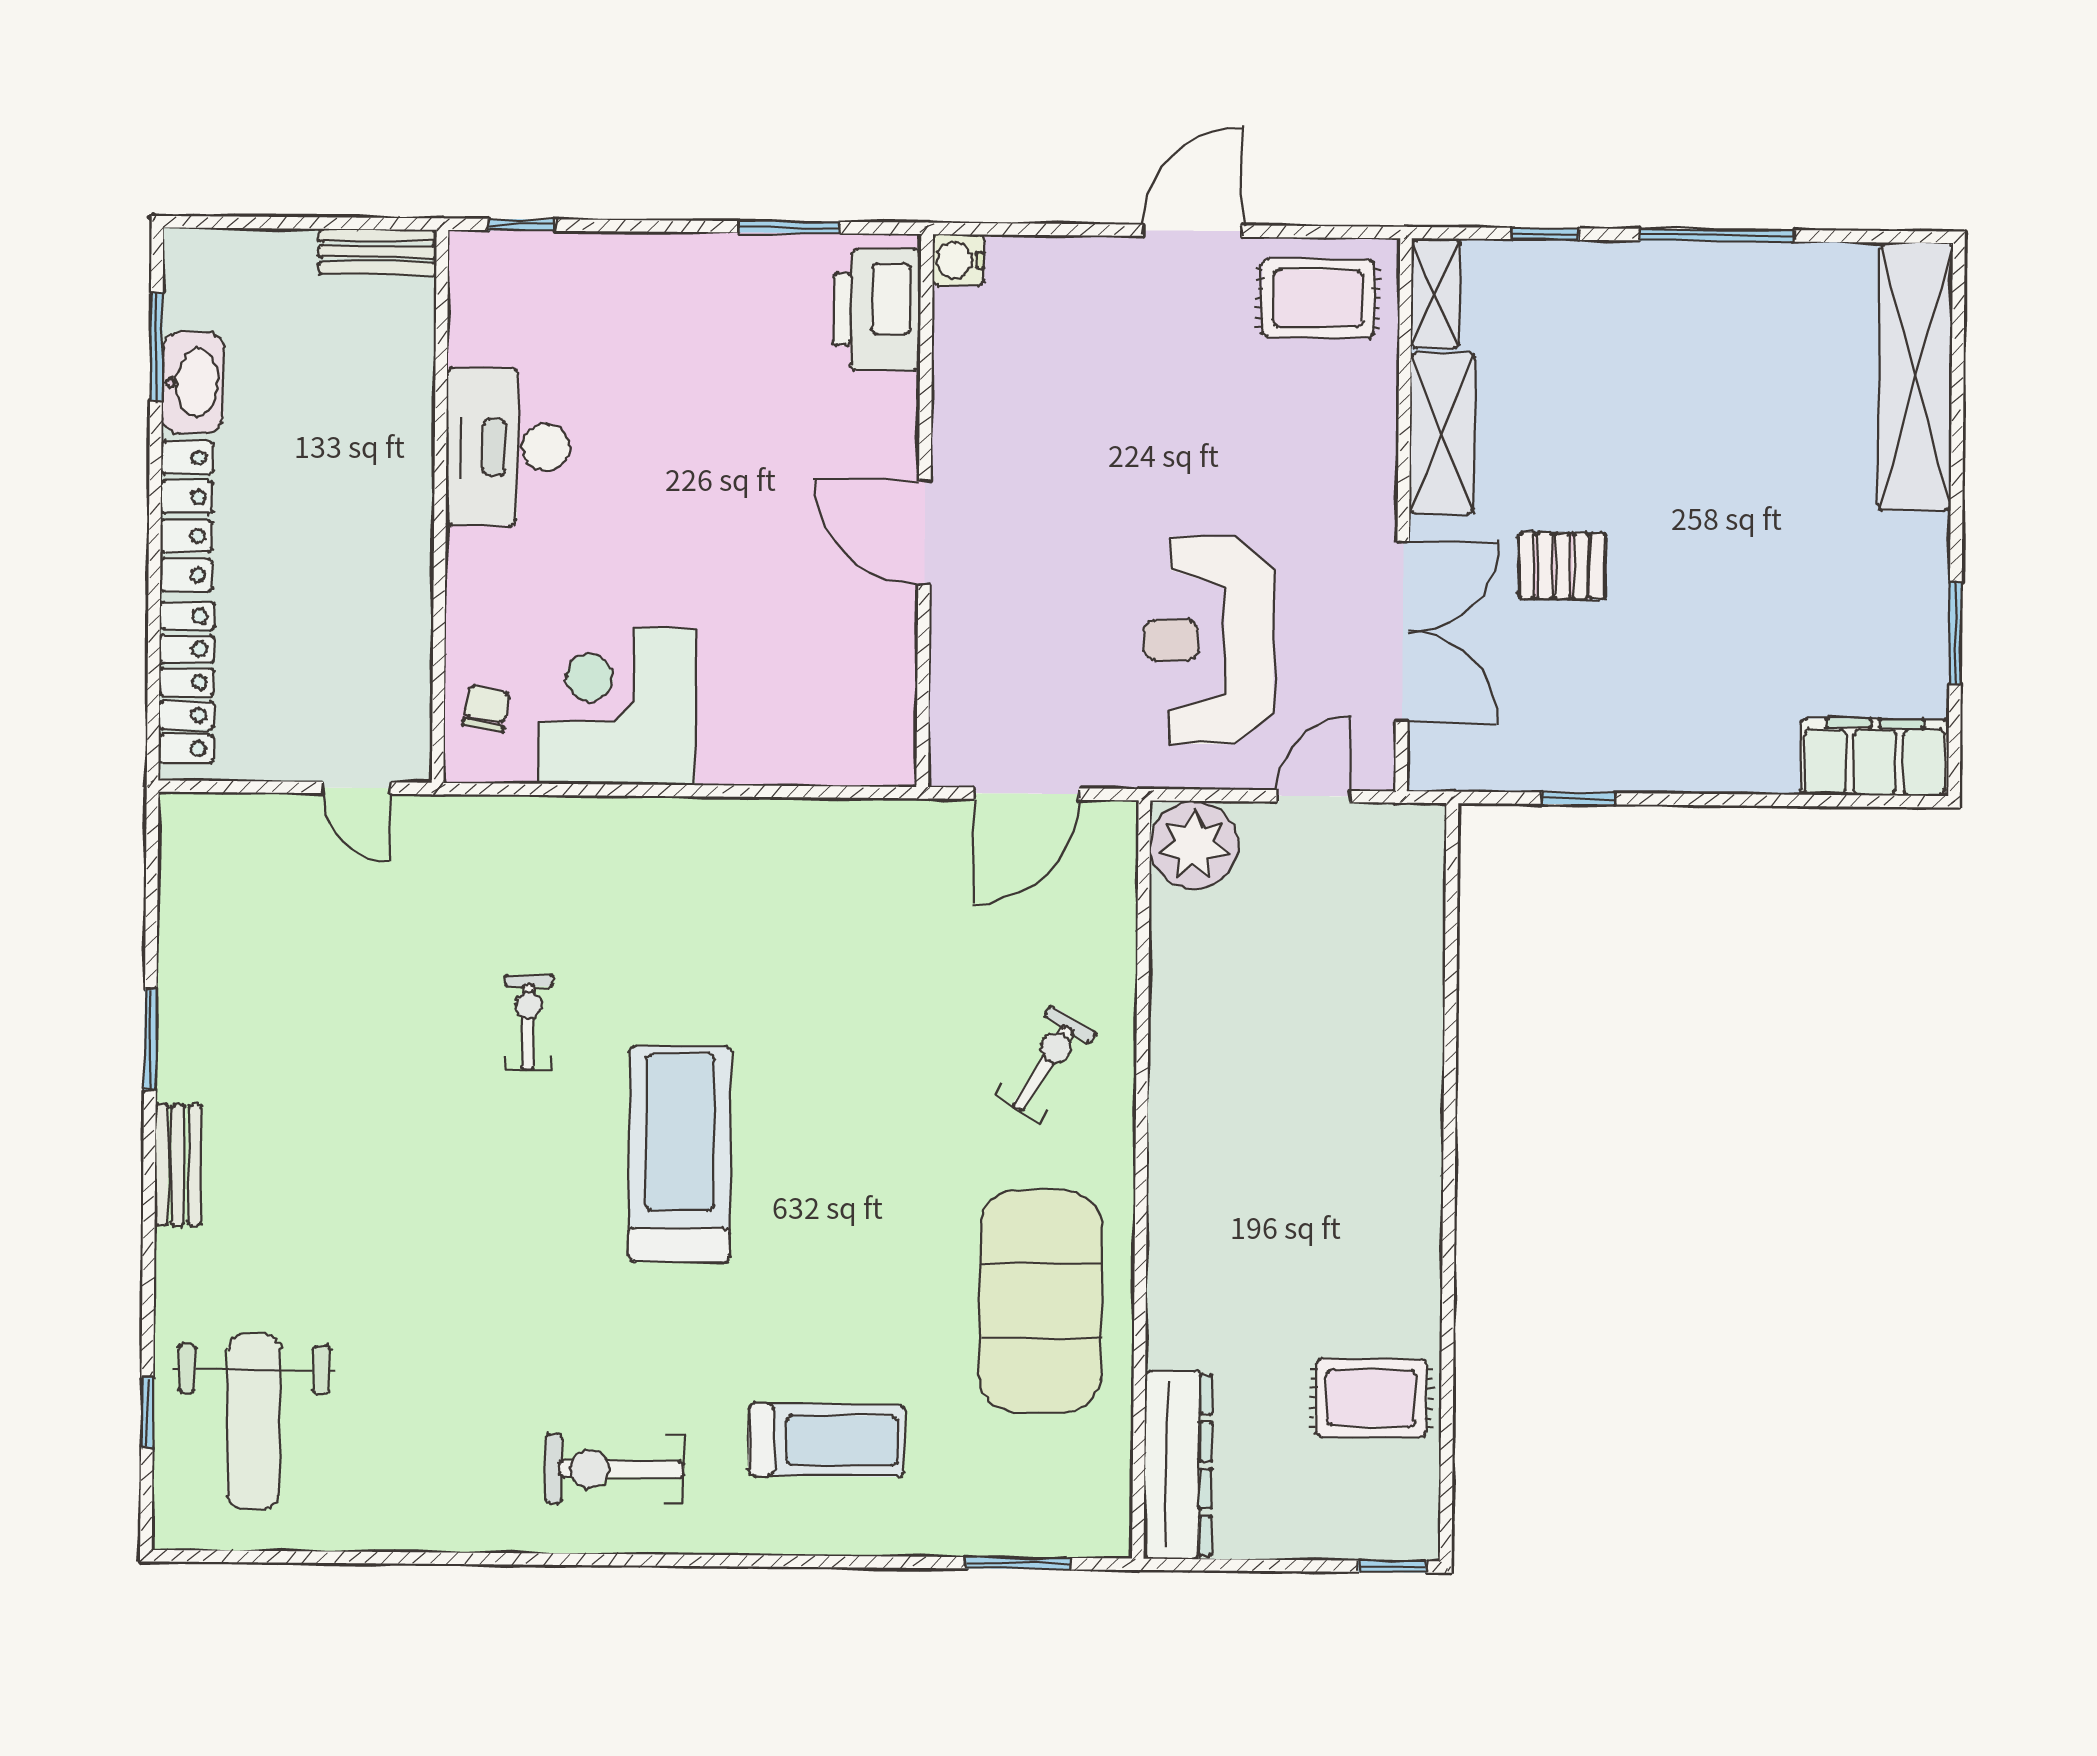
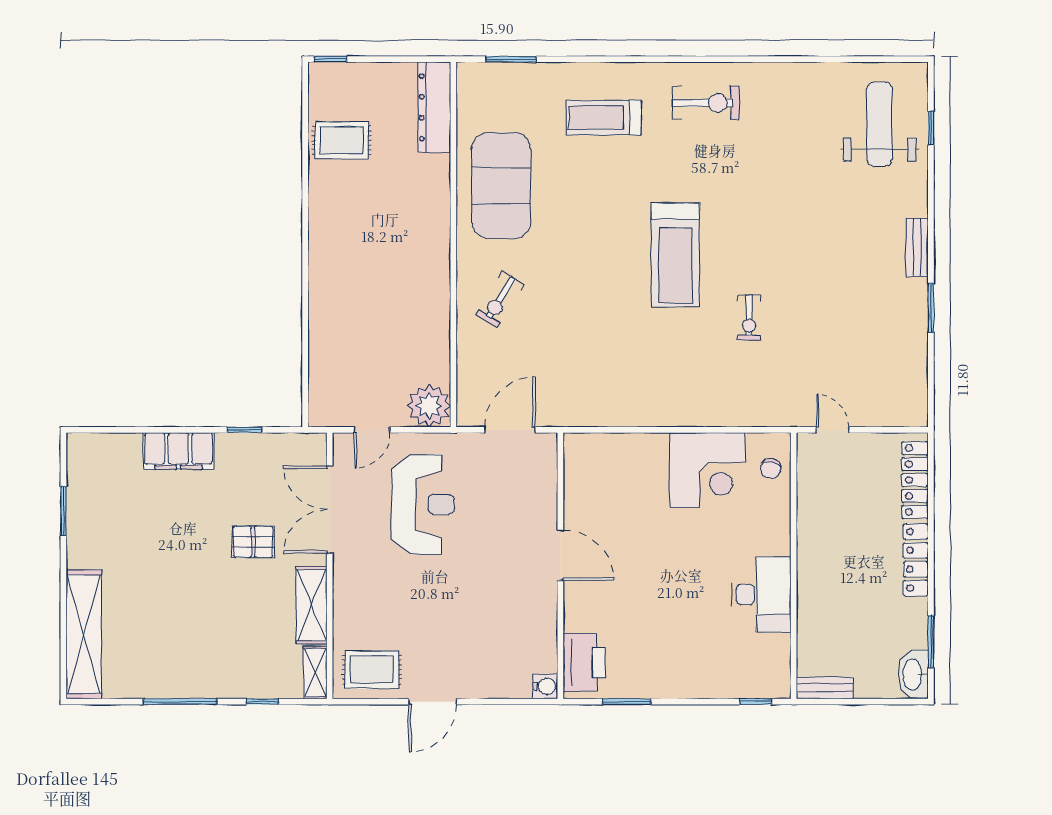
washbasin: (193, 383) -> (913, 674), moved
filing cabinet: (1875, 757) -> (178, 451), moved

